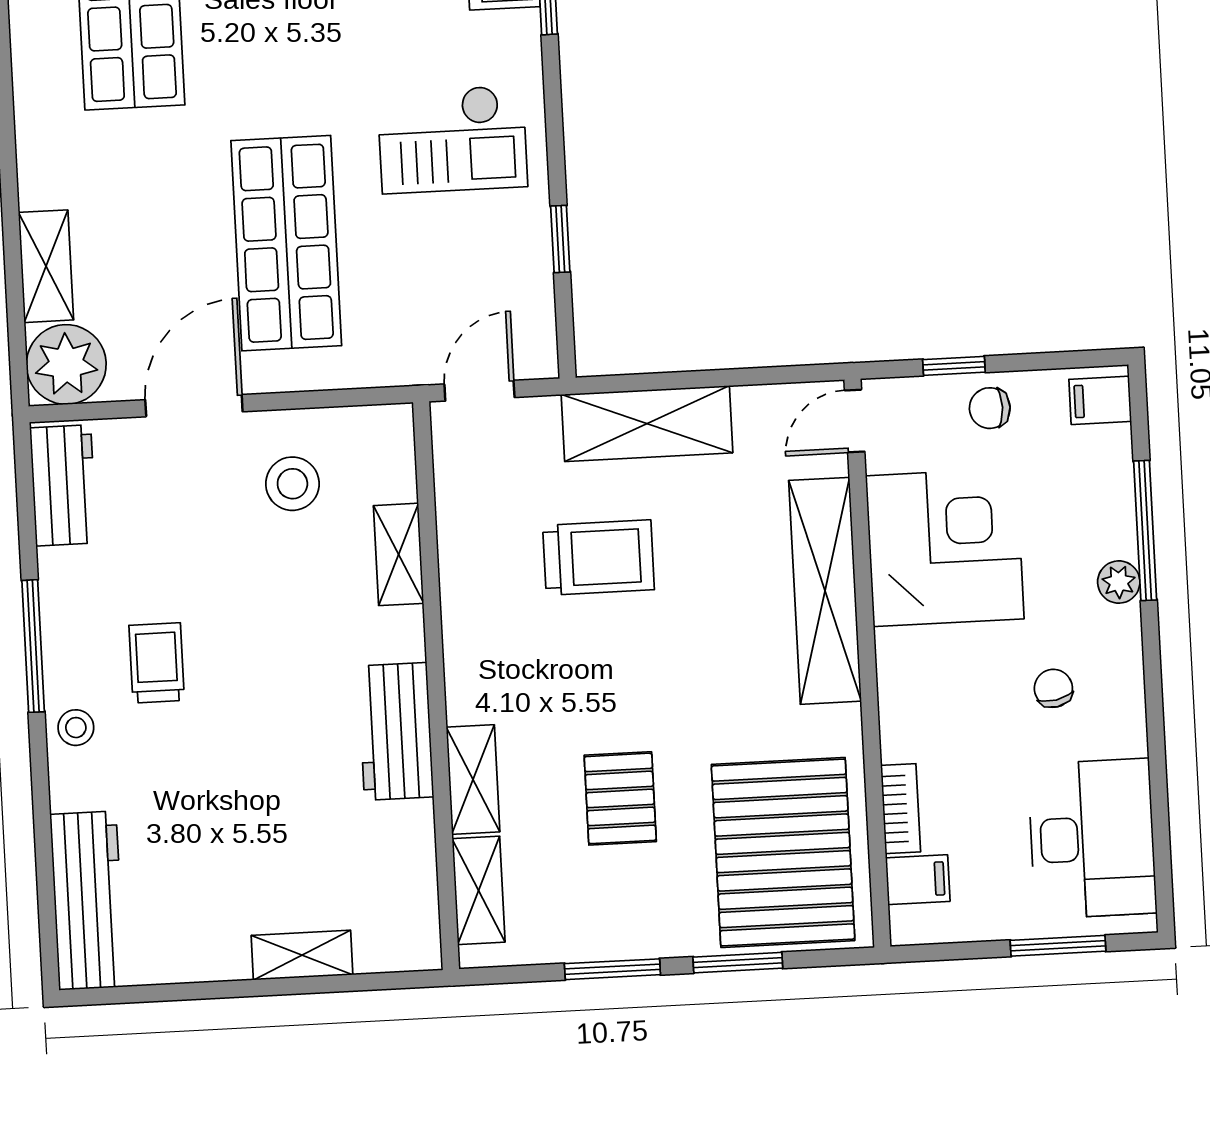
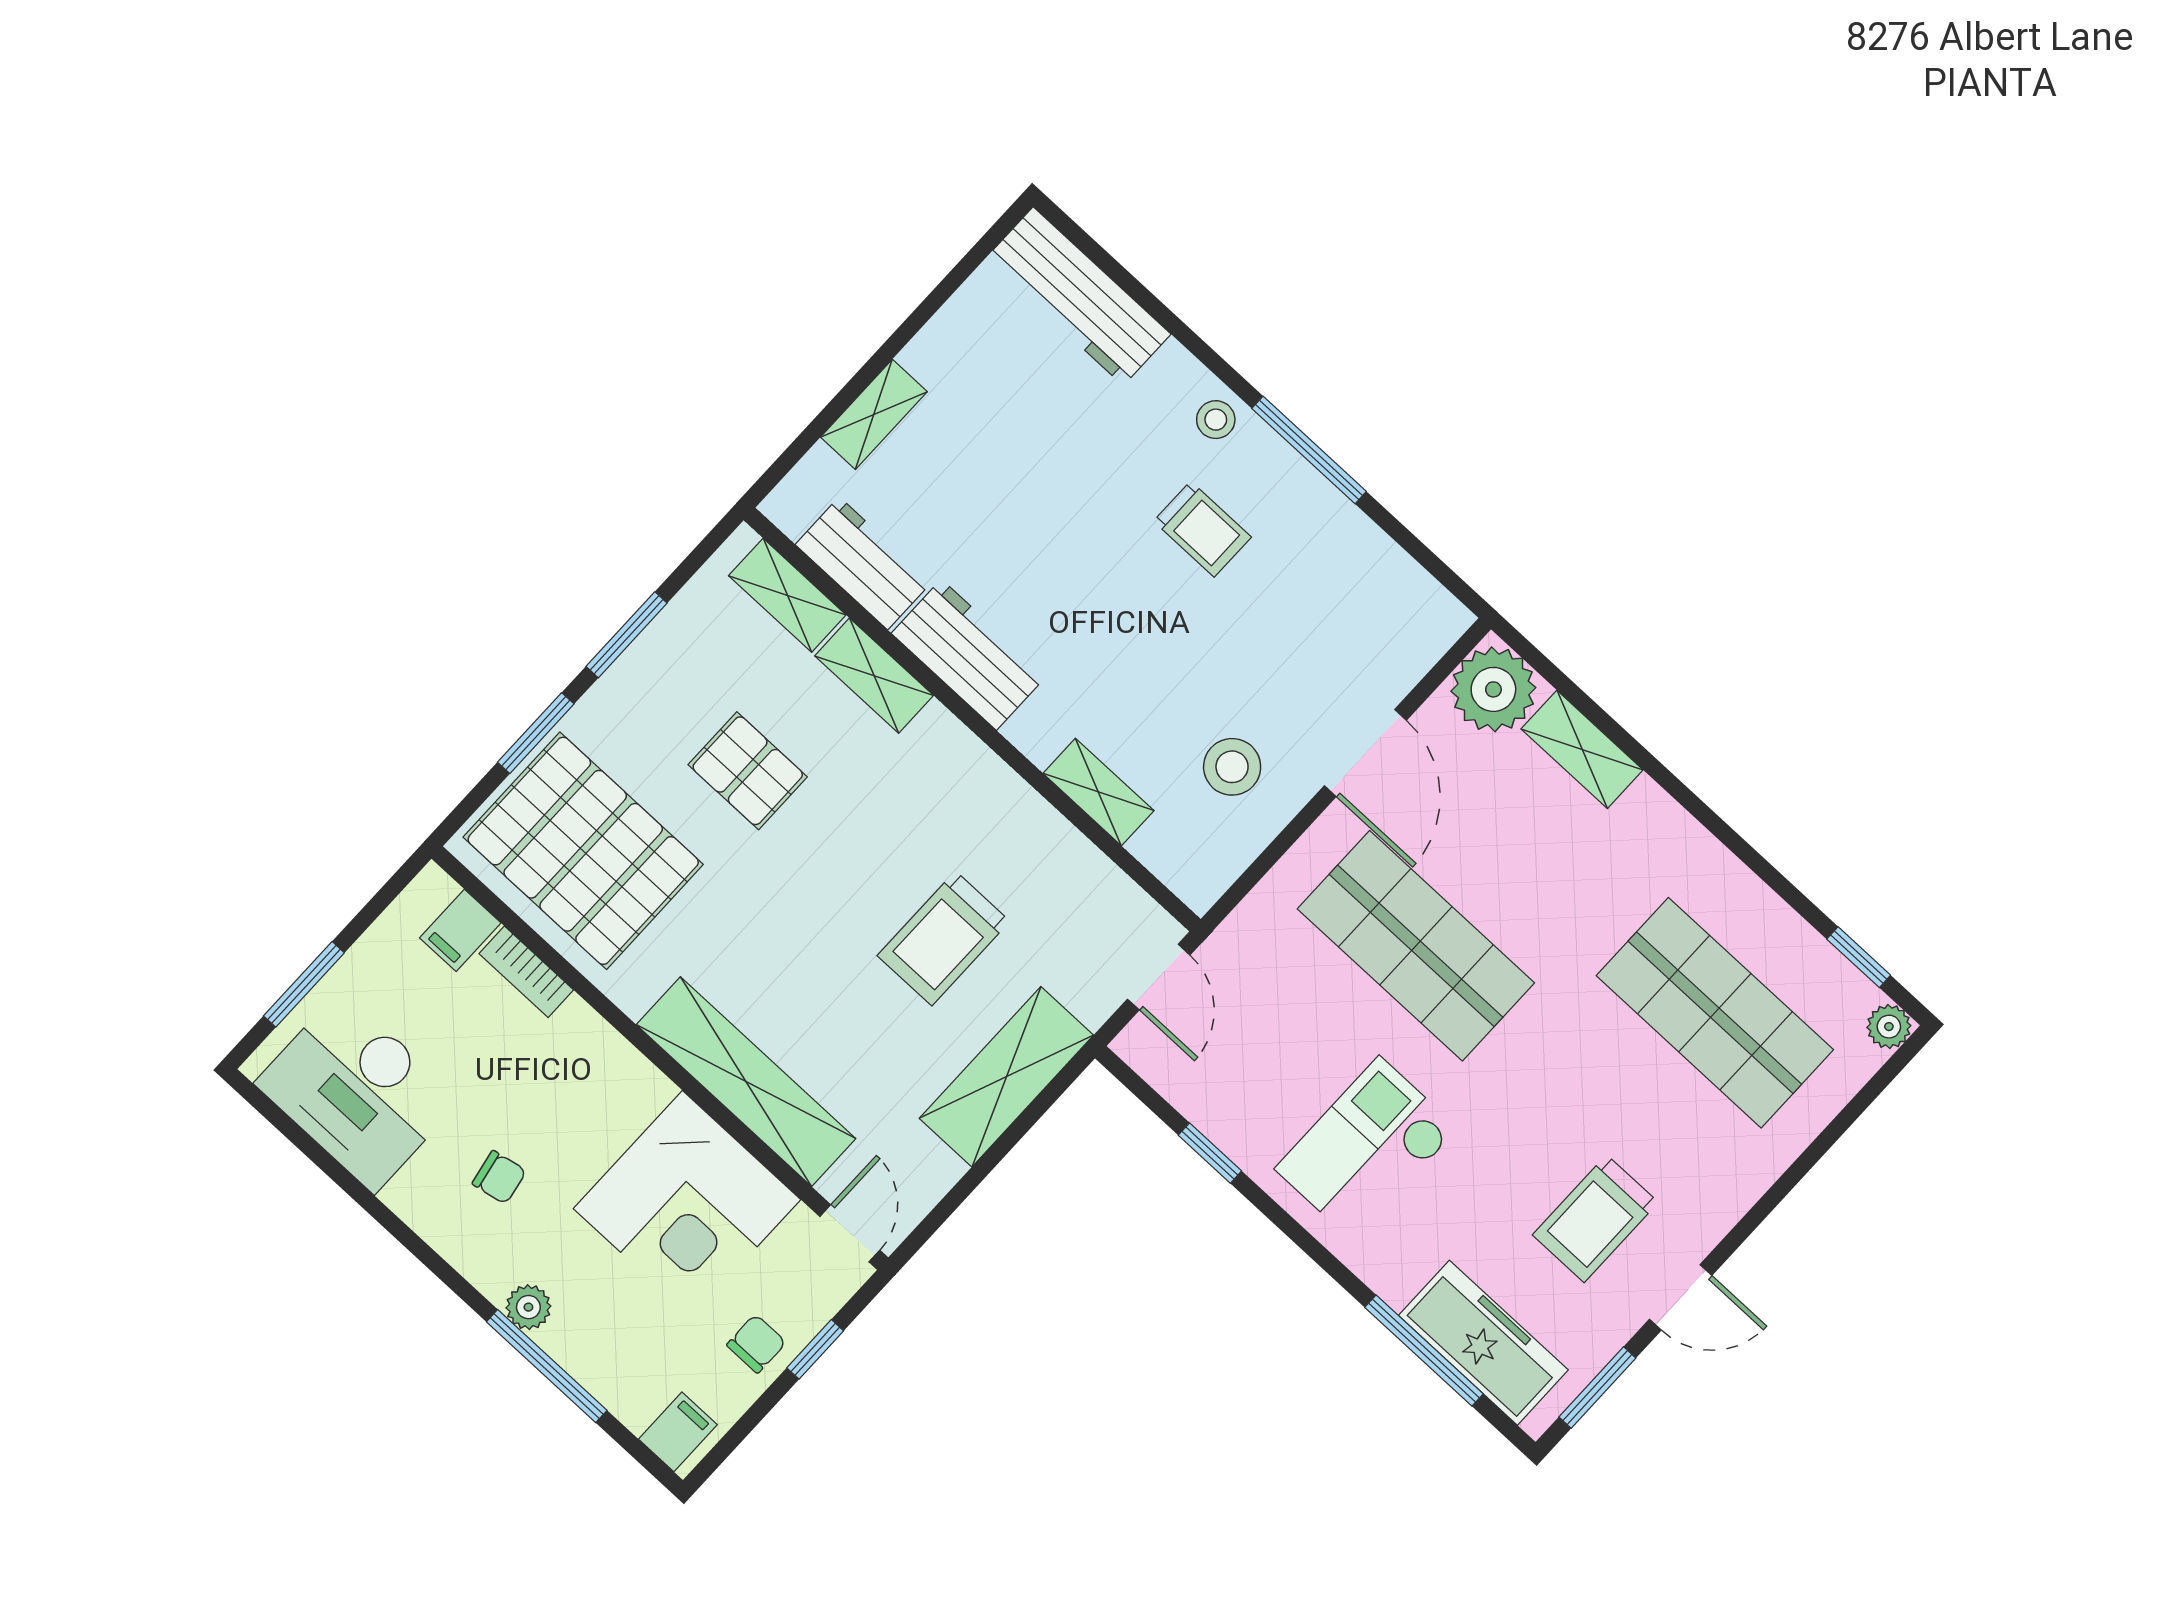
workbench: (63, 485) -> (863, 563), moved, turned 180

